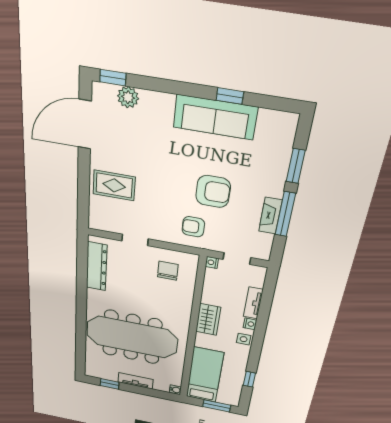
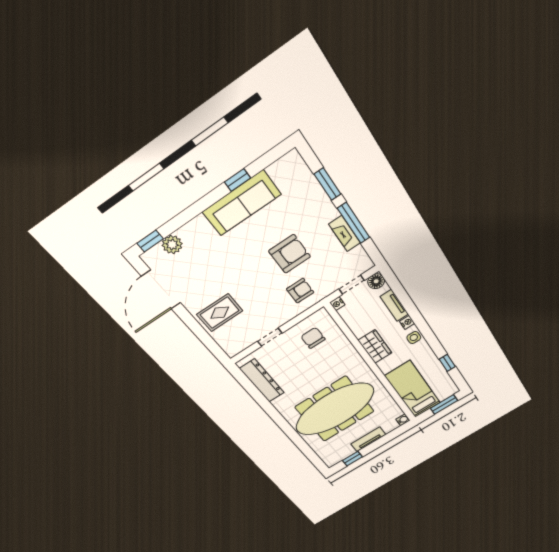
armchair: (193, 227) -> (300, 291), turned 180
floor lamp: (258, 273) -> (376, 281), added

